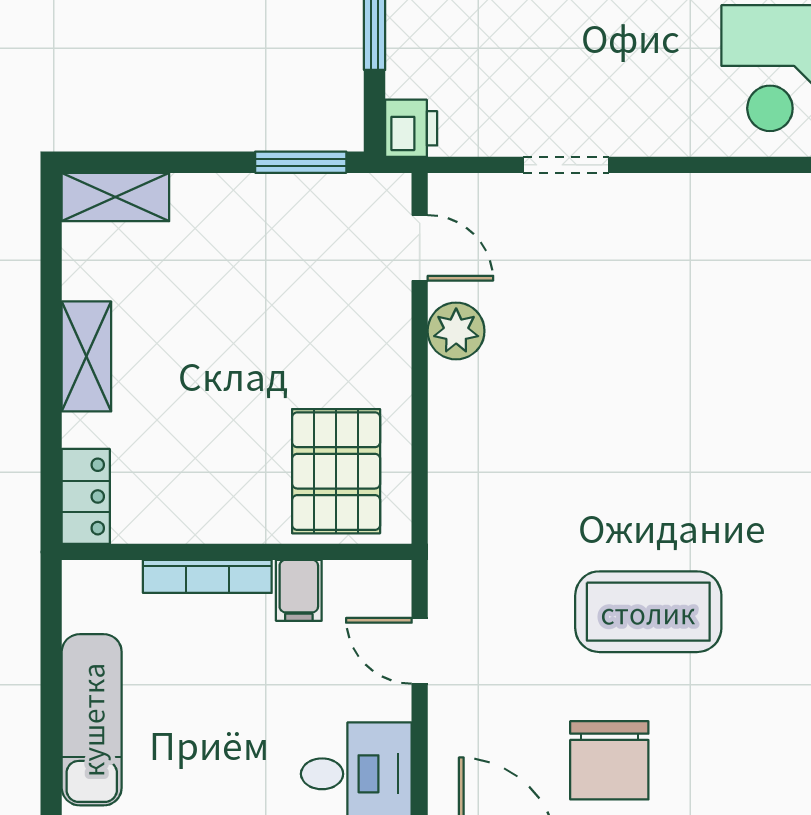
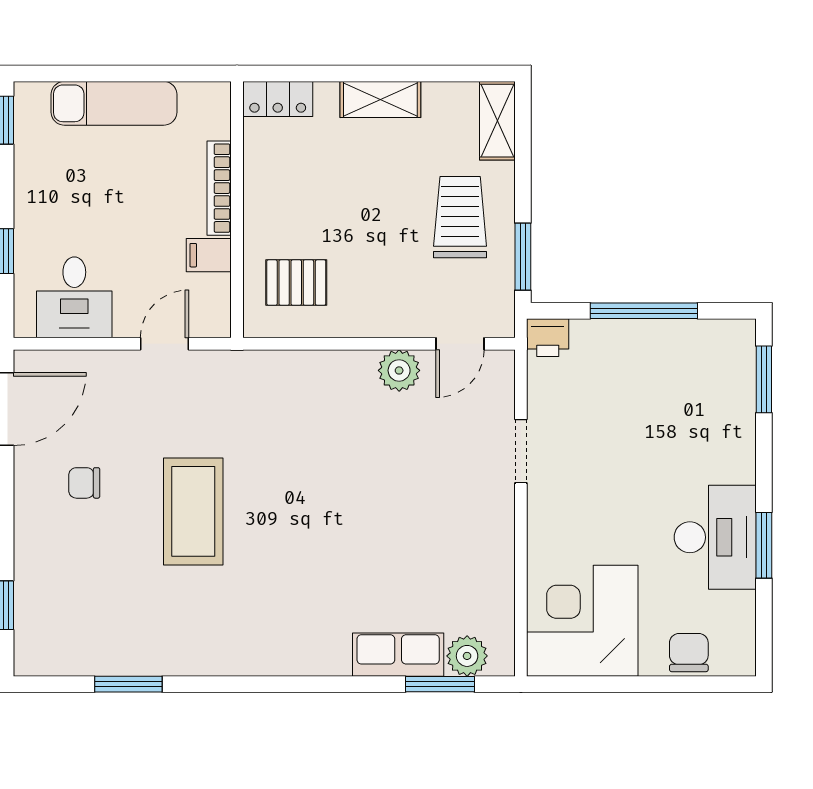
trolley: (247, 248) -> (460, 217), added
pallet: (336, 471) -> (296, 283), width x0.67, depth x0.71
chair: (609, 760) -> (84, 483), width x0.54, depth x0.54

